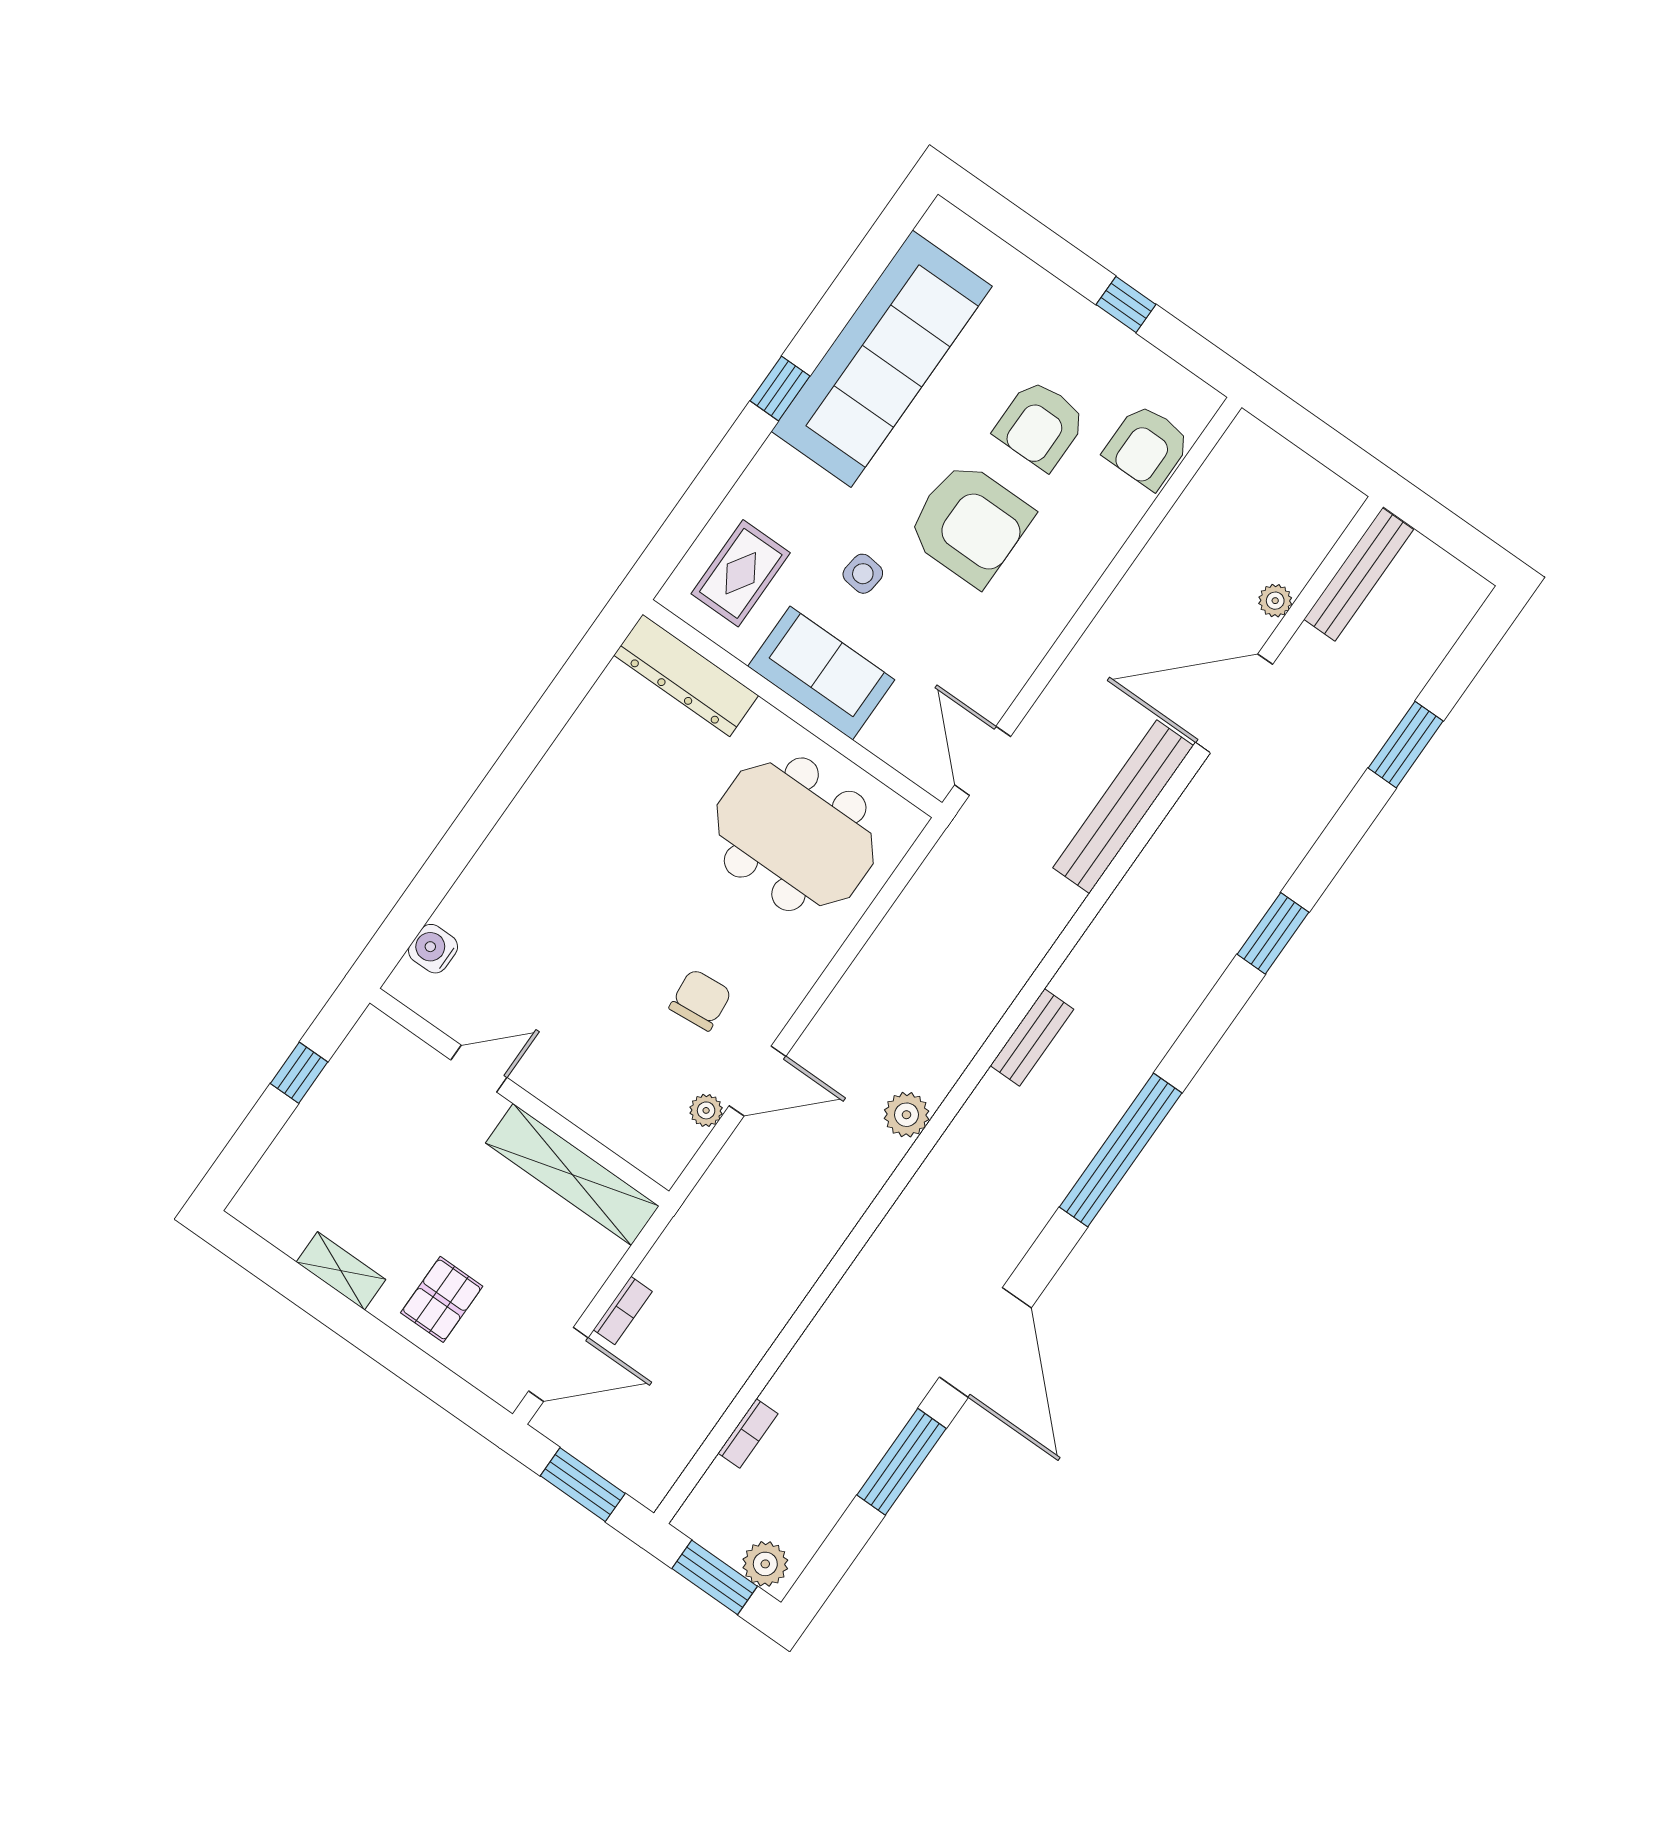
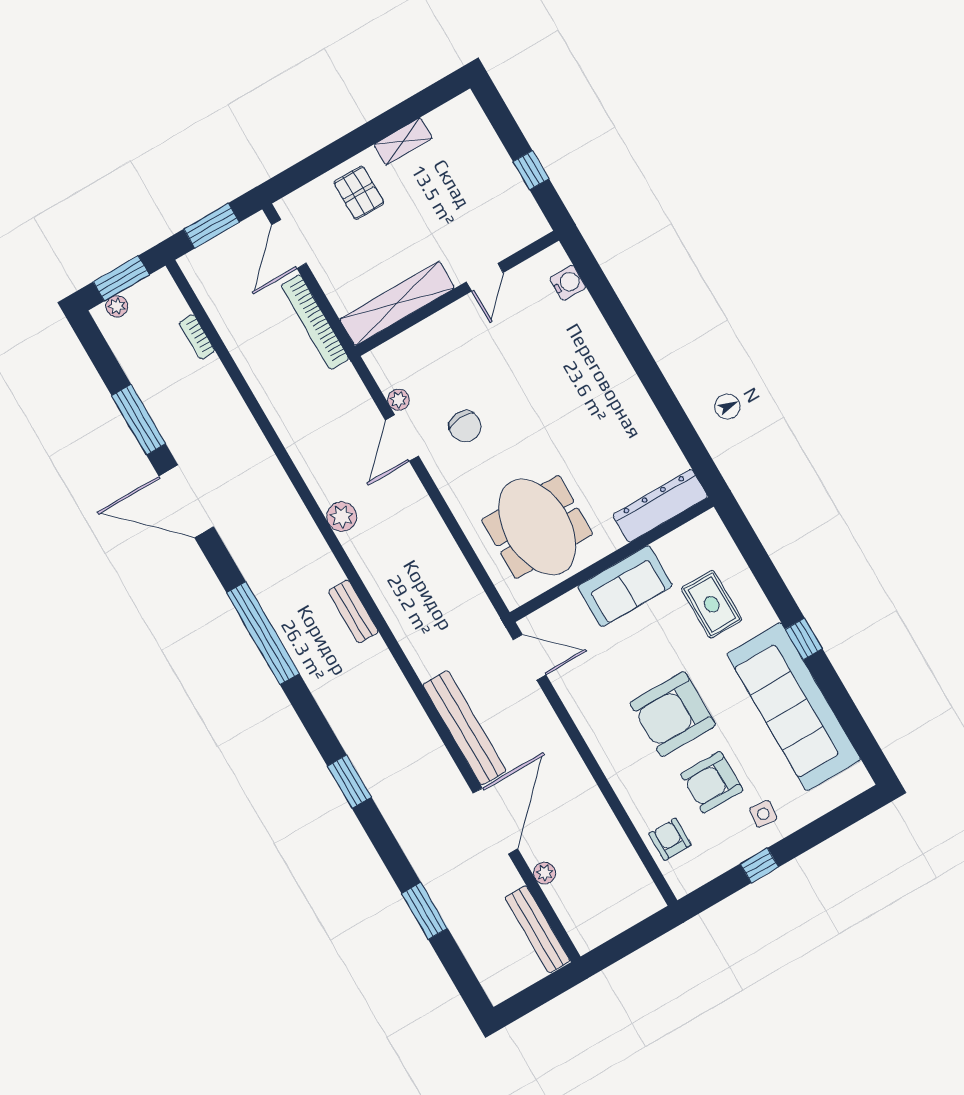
armchair: (1040, 425) -> (712, 782), turned -90
armchair: (1147, 447) -> (670, 839), width x0.72, depth x0.72
rug: (741, 573) -> (712, 604), moved
side table: (863, 574) -> (763, 814), moved
meeting table: (795, 834) -> (537, 527), turned 90
bookcase: (623, 1311) -> (315, 322), width x2.31, depth x1.31
plant: (765, 1564) -> (117, 306), width x0.73, depth x0.73

